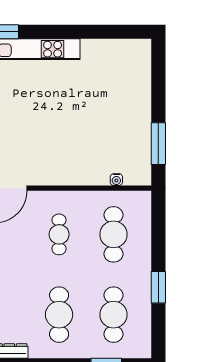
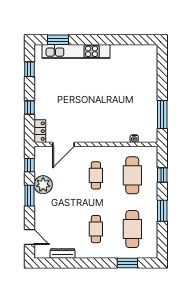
window: (158, 234) -> (162, 175), added
cafe table: (59, 315) -> (96, 229), width x0.73, depth x0.74

